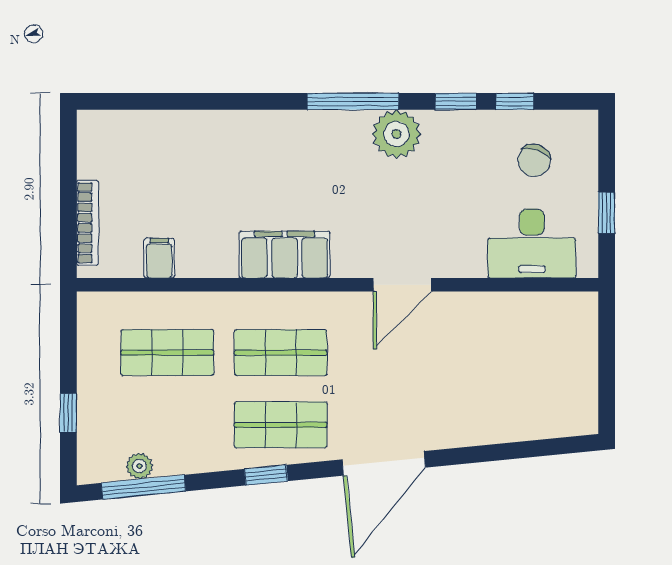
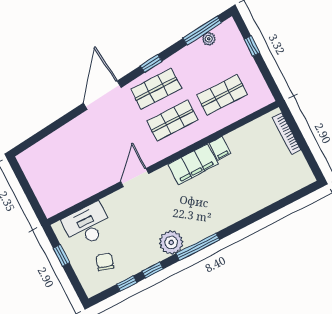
filing cabinet: (159, 258) -> (220, 148), moved

